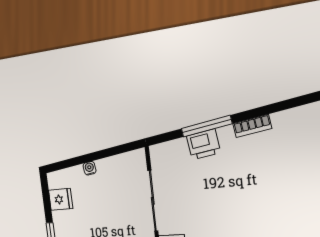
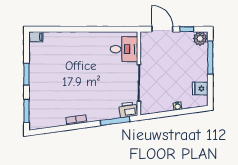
window: (206, 126) -> (115, 121), moved
printer: (203, 144) -> (128, 110), moved

